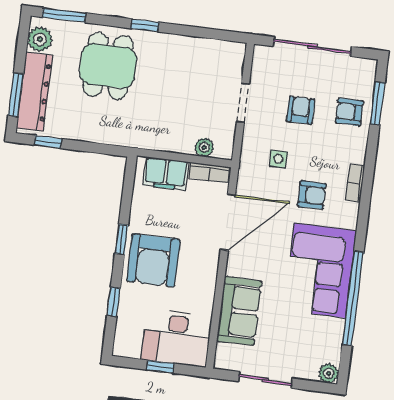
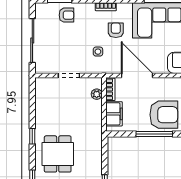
dining table: (108, 66) -> (58, 154), turned 90
armchair: (301, 110) -> (69, 43), removed
armchair: (349, 112) -> (66, 15), turned -90
window: (122, 239) -> (154, 134), width x2.17

